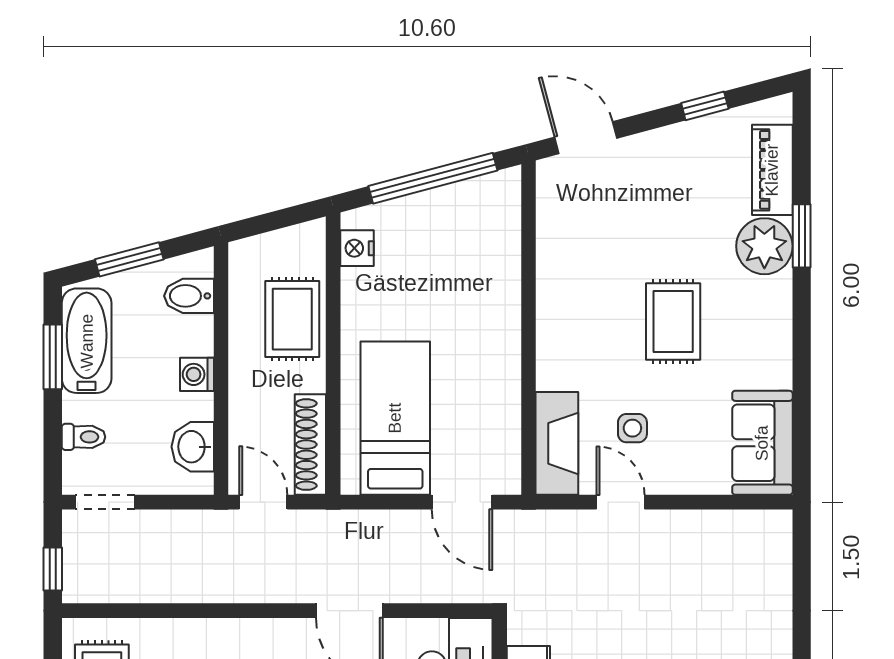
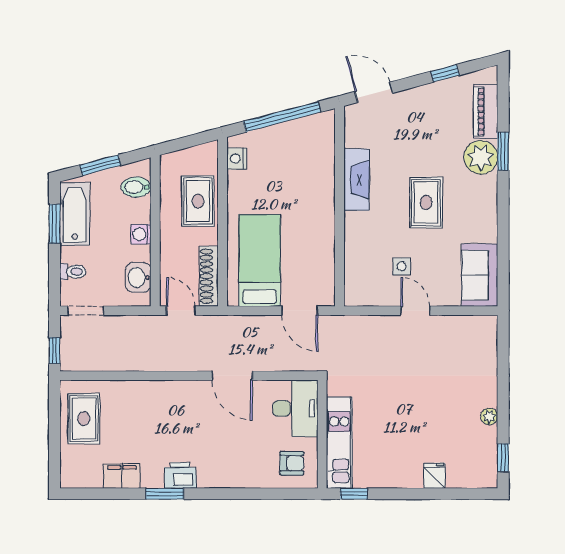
fireplace: (557, 443) -> (356, 180), moved
door: (621, 502) -> (415, 311), moved

